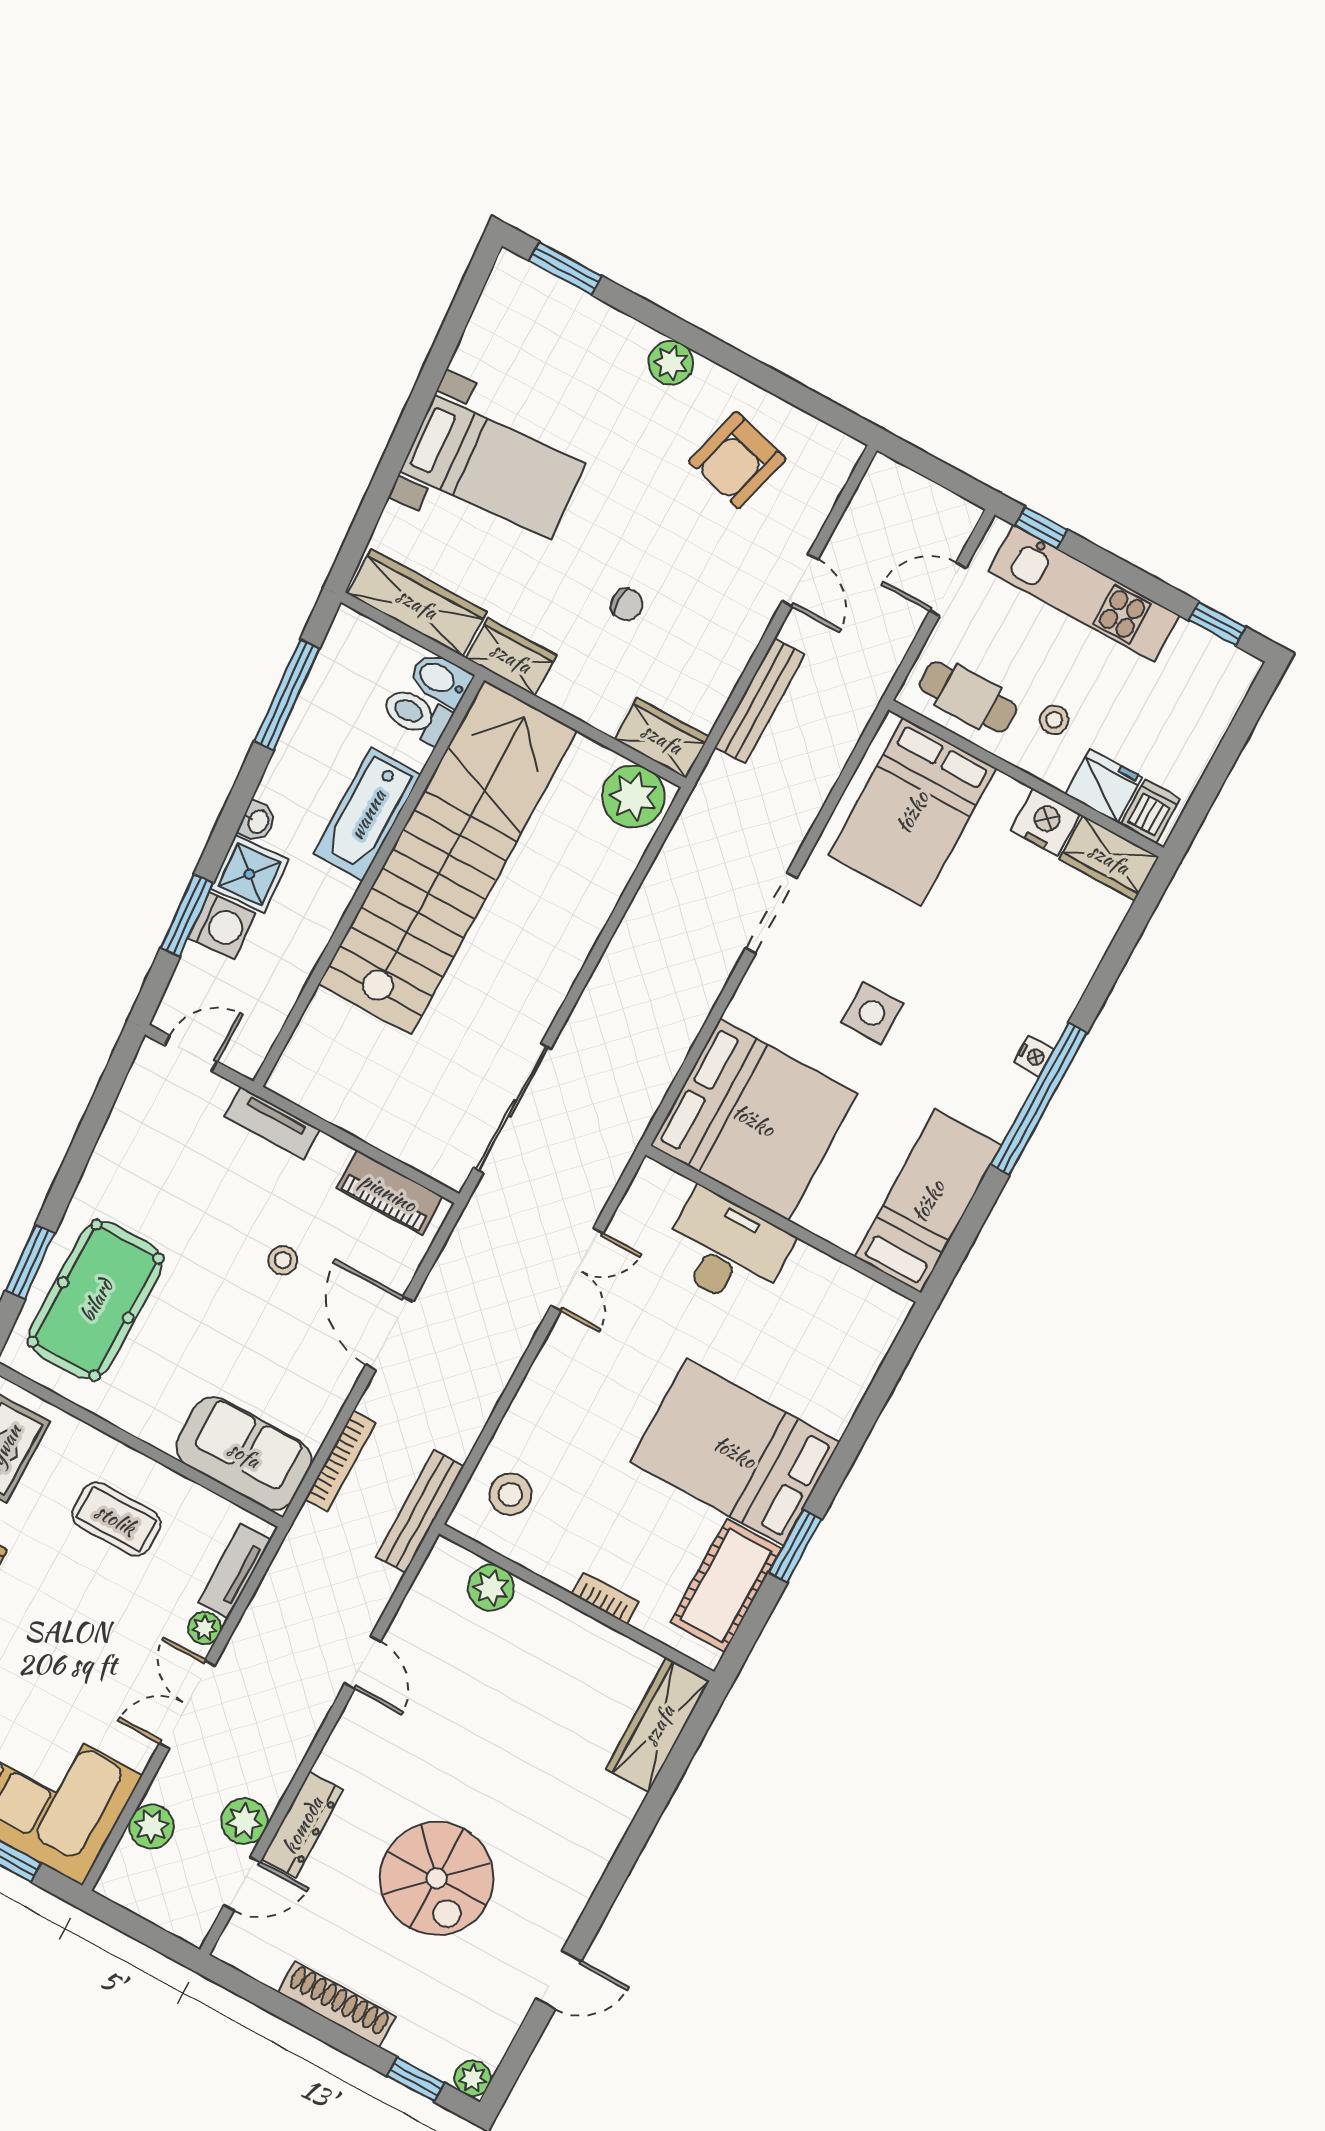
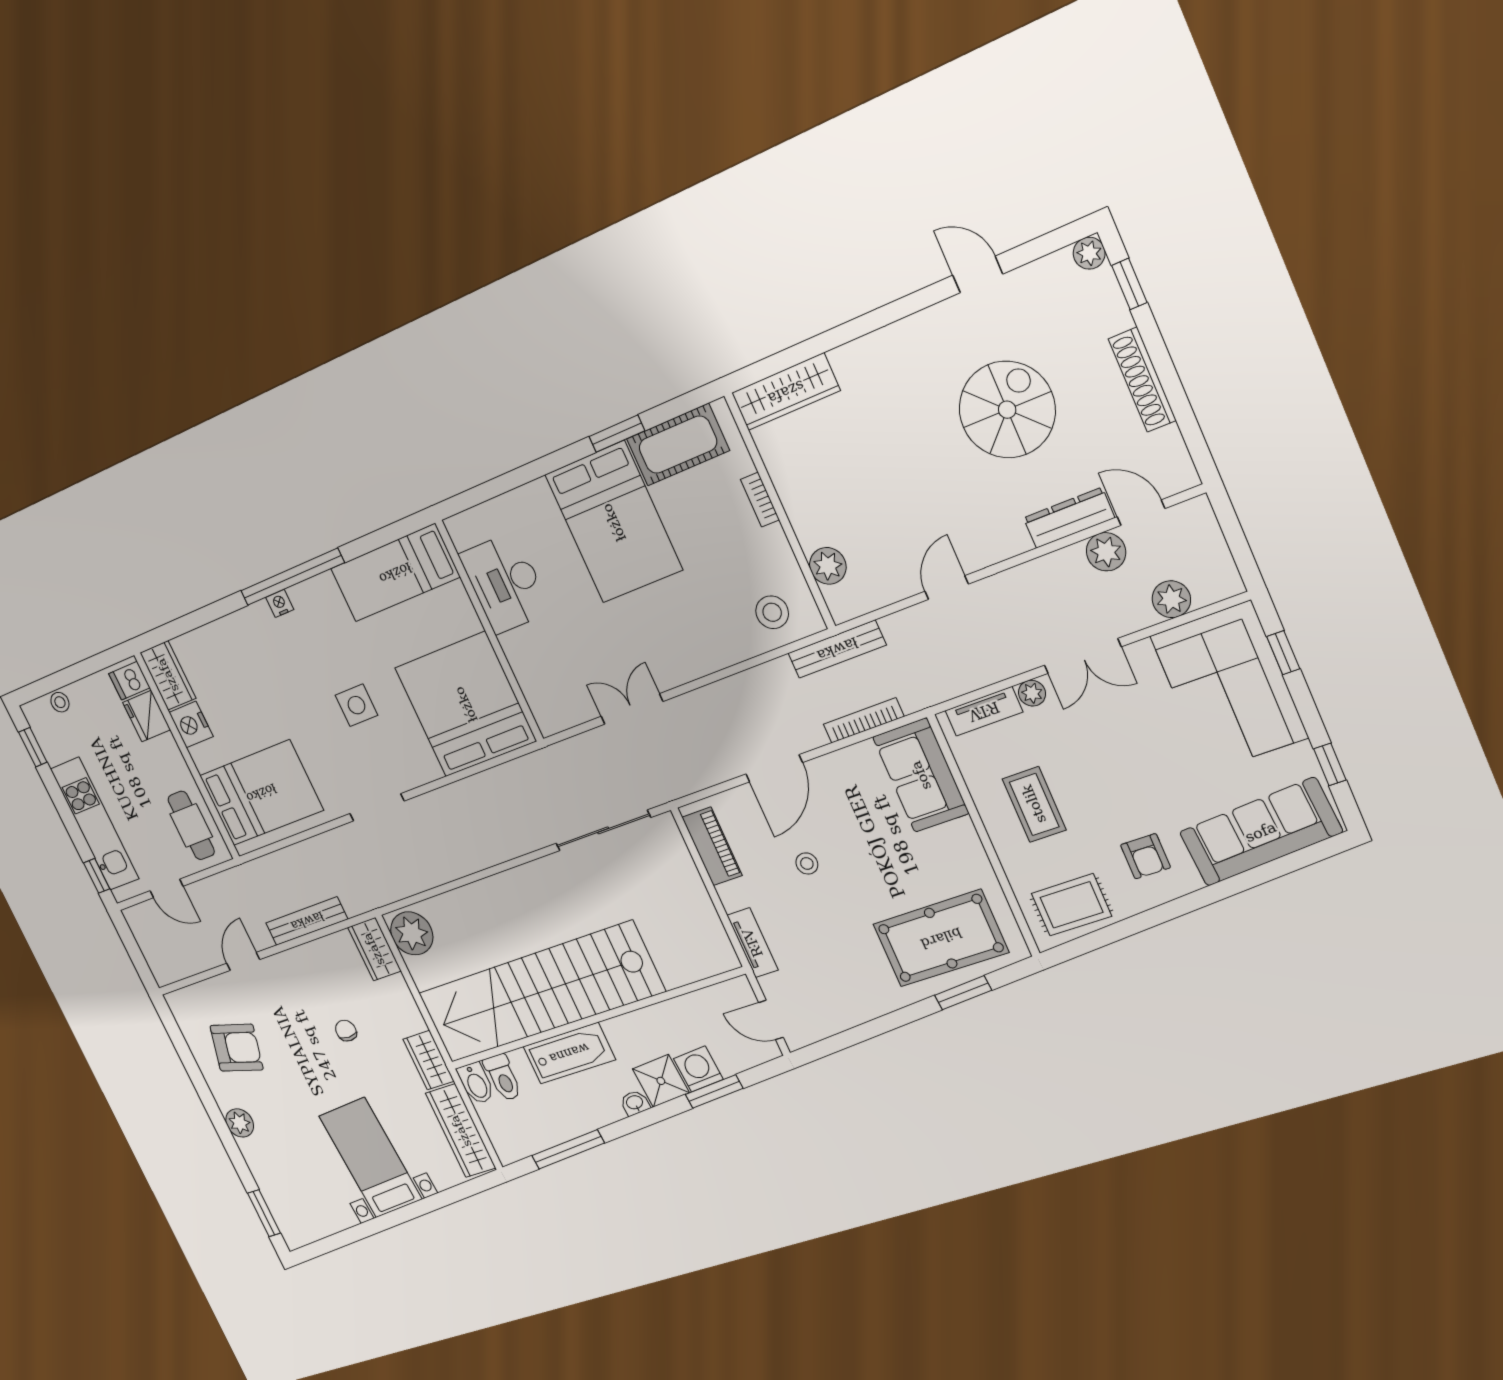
stool: (1054, 720) -> (60, 702), moved
desk: (726, 1250) -> (505, 583), moved

